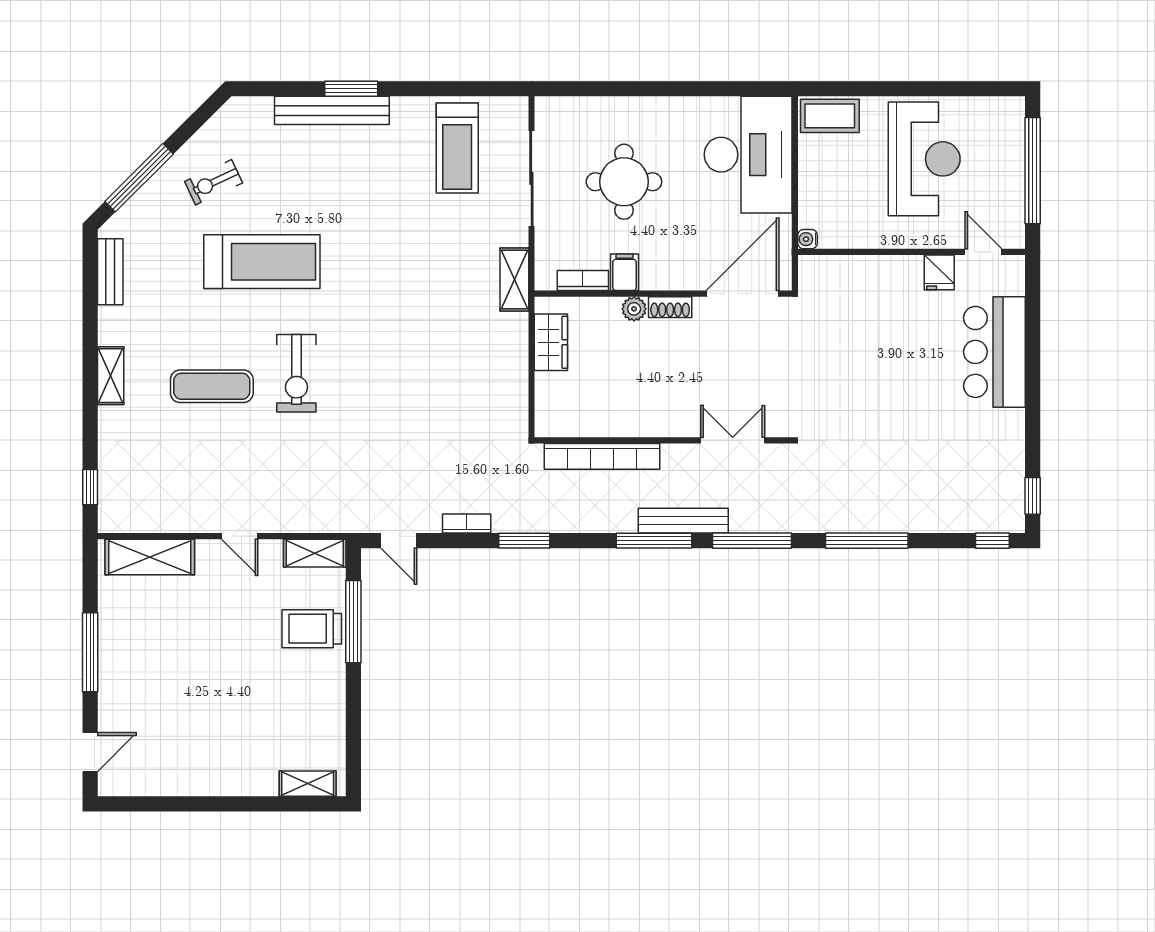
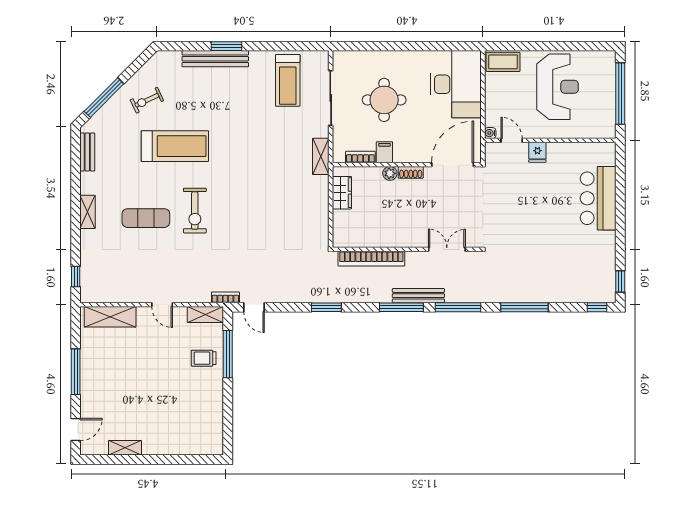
door: (983, 252) -> (512, 140), moved
fridge: (939, 272) -> (537, 152), moved
bookcase: (467, 523) -> (225, 297), moved
trolley: (312, 629) -> (204, 358), width x0.73, depth x0.72
shelving: (308, 784) -> (125, 448), moved

